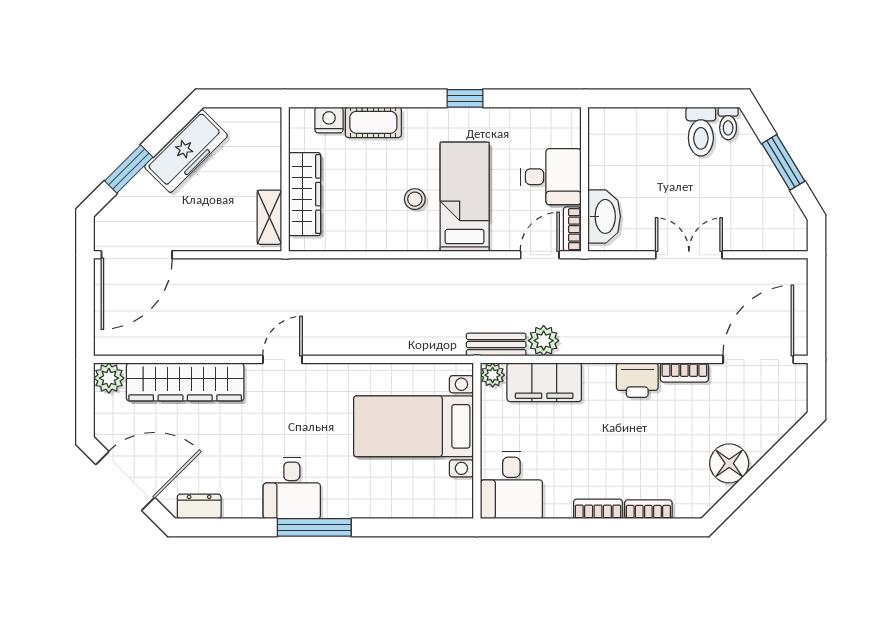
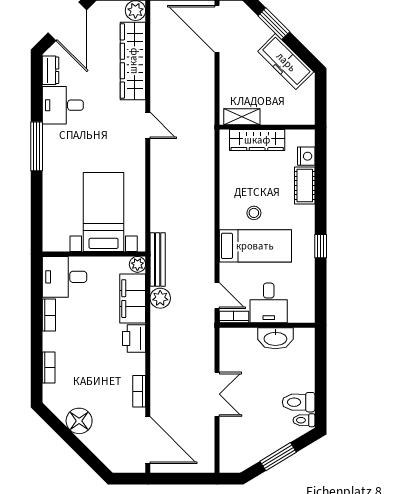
washbasin: (604, 216) -> (275, 338), moved
bench: (496, 345) -> (158, 260), width x1.36
printer: (637, 380) -> (134, 339), moved
desk: (292, 488) -> (63, 105), moved
bookcase: (598, 509) -> (49, 315), moved

